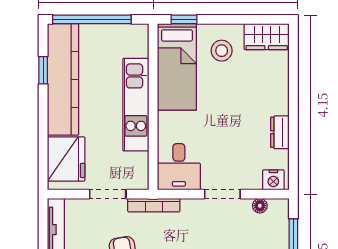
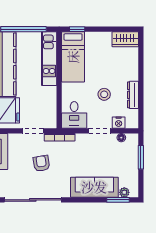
stool: (222, 51) -> (104, 94), moved
kitchen unit: (136, 105) -> (49, 59), moved
dresser: (280, 132) -> (133, 95), width x1.44
nightstand: (273, 180) -> (119, 123), moved

